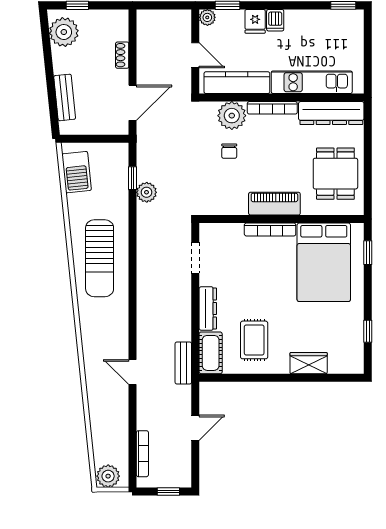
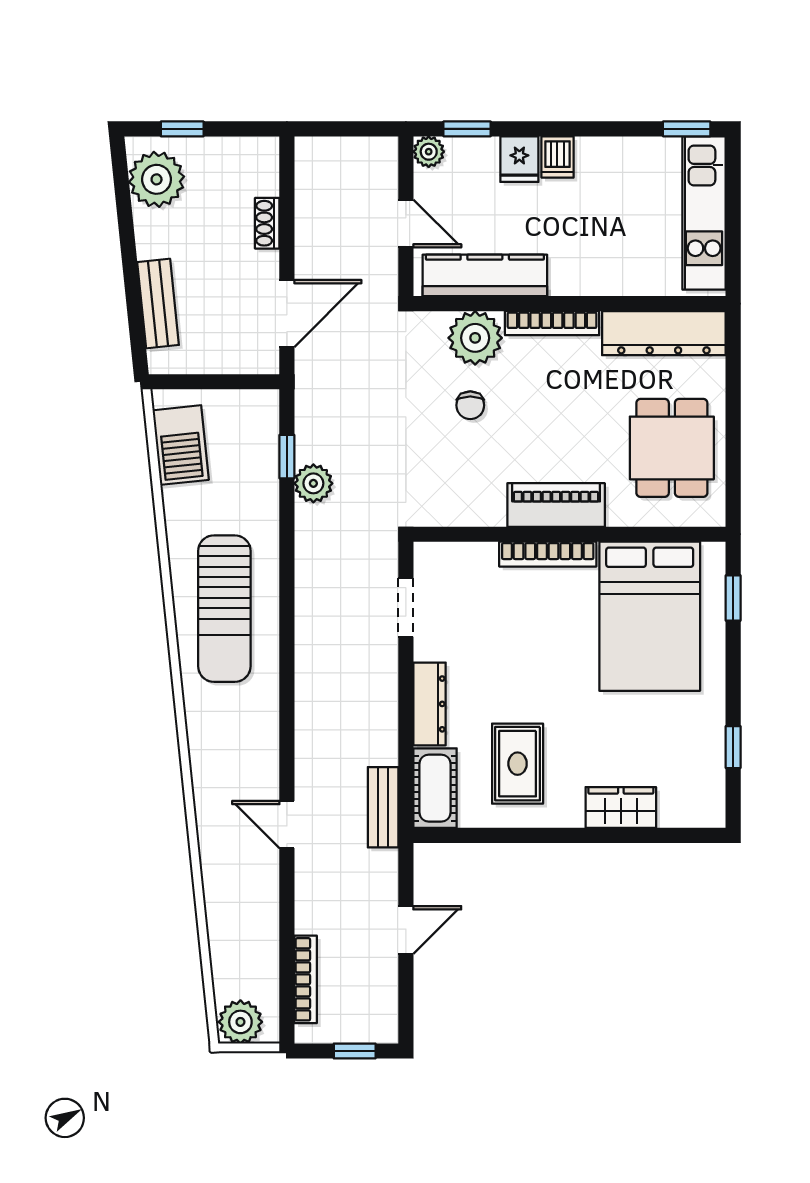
kitchen unit: (312, 82) -> (704, 213), moved, turned -90

